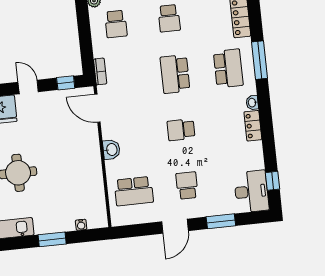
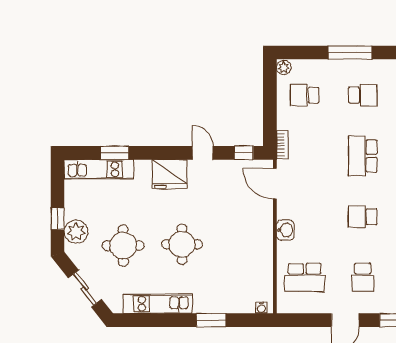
school desk: (169, 18) -> (363, 95), turned -90
school desk: (116, 24) -> (305, 95), turned 90
school desk: (187, 185) -> (363, 277), turned 180
water cooler: (81, 225) -> (261, 308), moved

